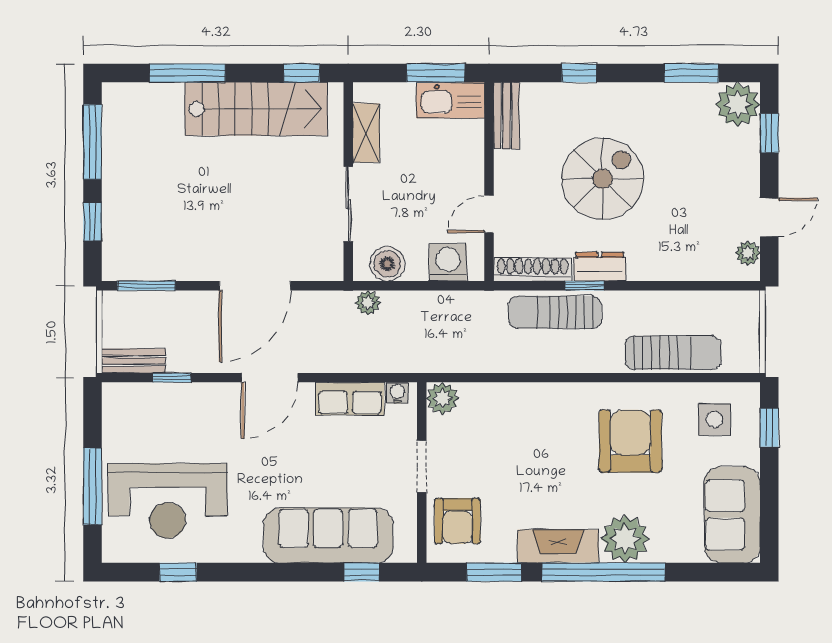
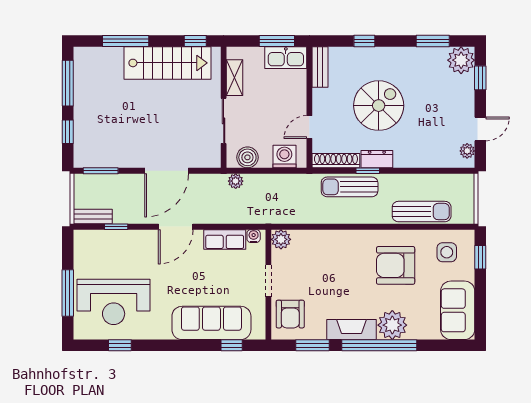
armchair: (630, 441) -> (396, 265), turned -90

